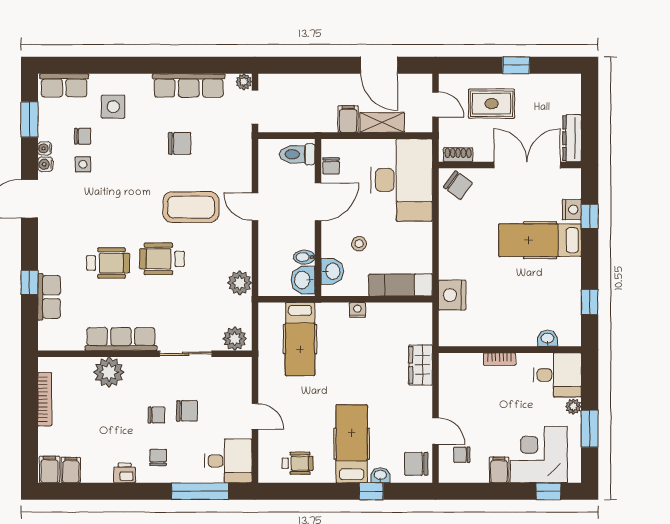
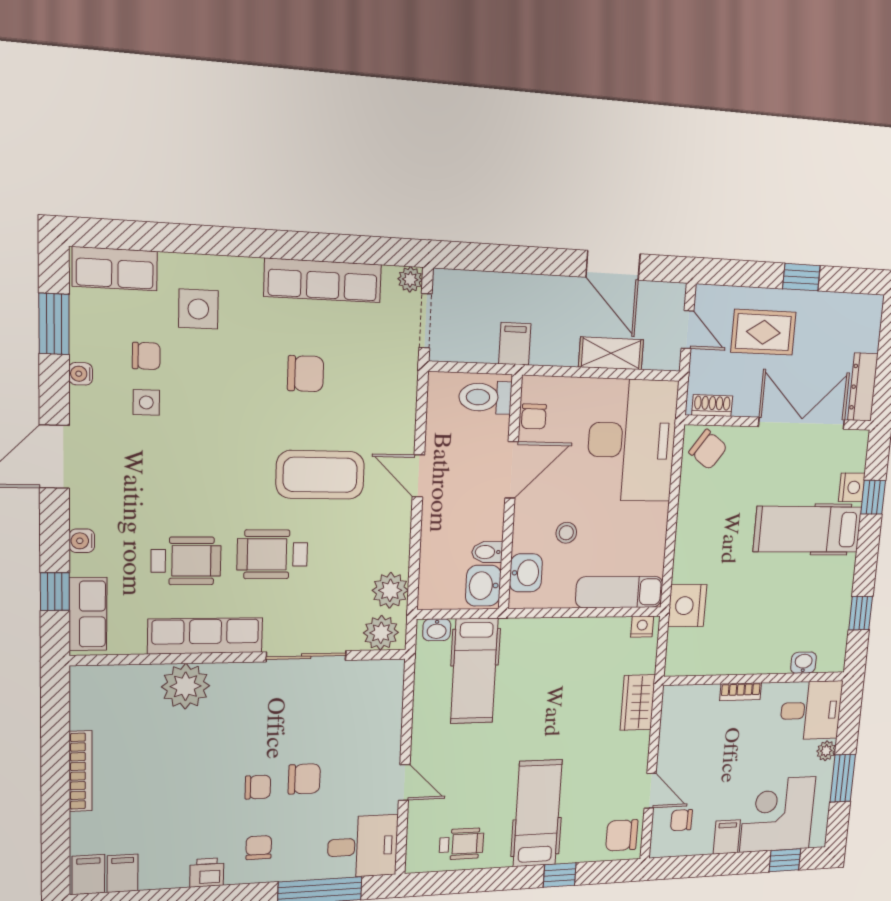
filing cabinet: (348, 119) -> (515, 344), moved
water cooler: (45, 164) -> (82, 541), moved
nightstand: (357, 310) -> (642, 627), moved
row of seats: (121, 339) -> (205, 636), moved
plant: (235, 339) -> (381, 633), moved
wall: (145, 354) -> (243, 657), moved
sliding door: (186, 354) -> (306, 656), moved
plant: (109, 372) -> (186, 686), moved
washbasin: (380, 475) -> (437, 630), moved, turned 180

